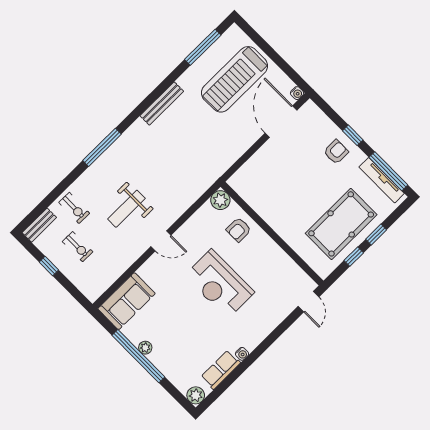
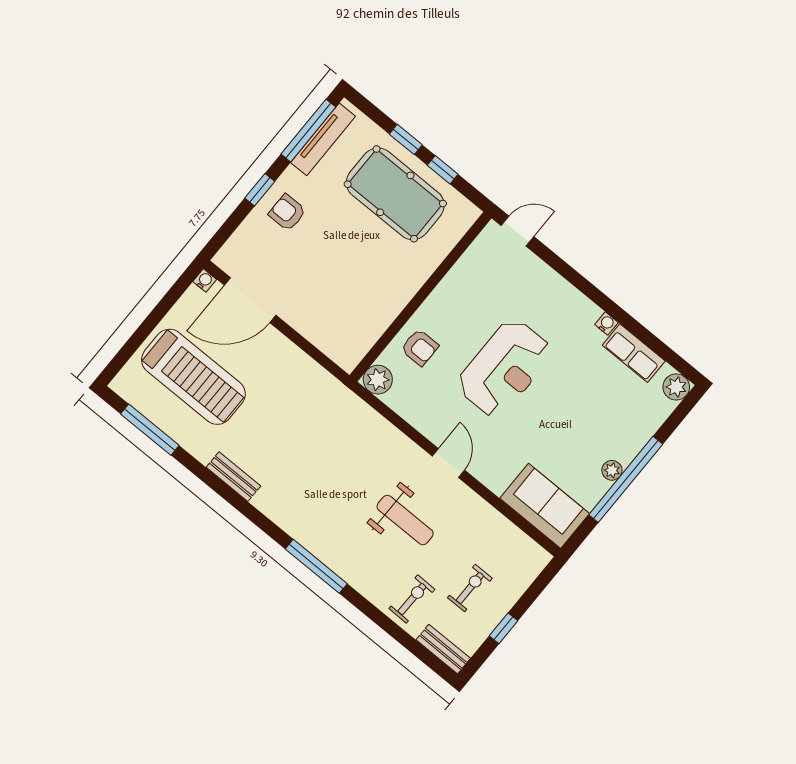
bench: (162, 103) -> (233, 477), width x0.73

